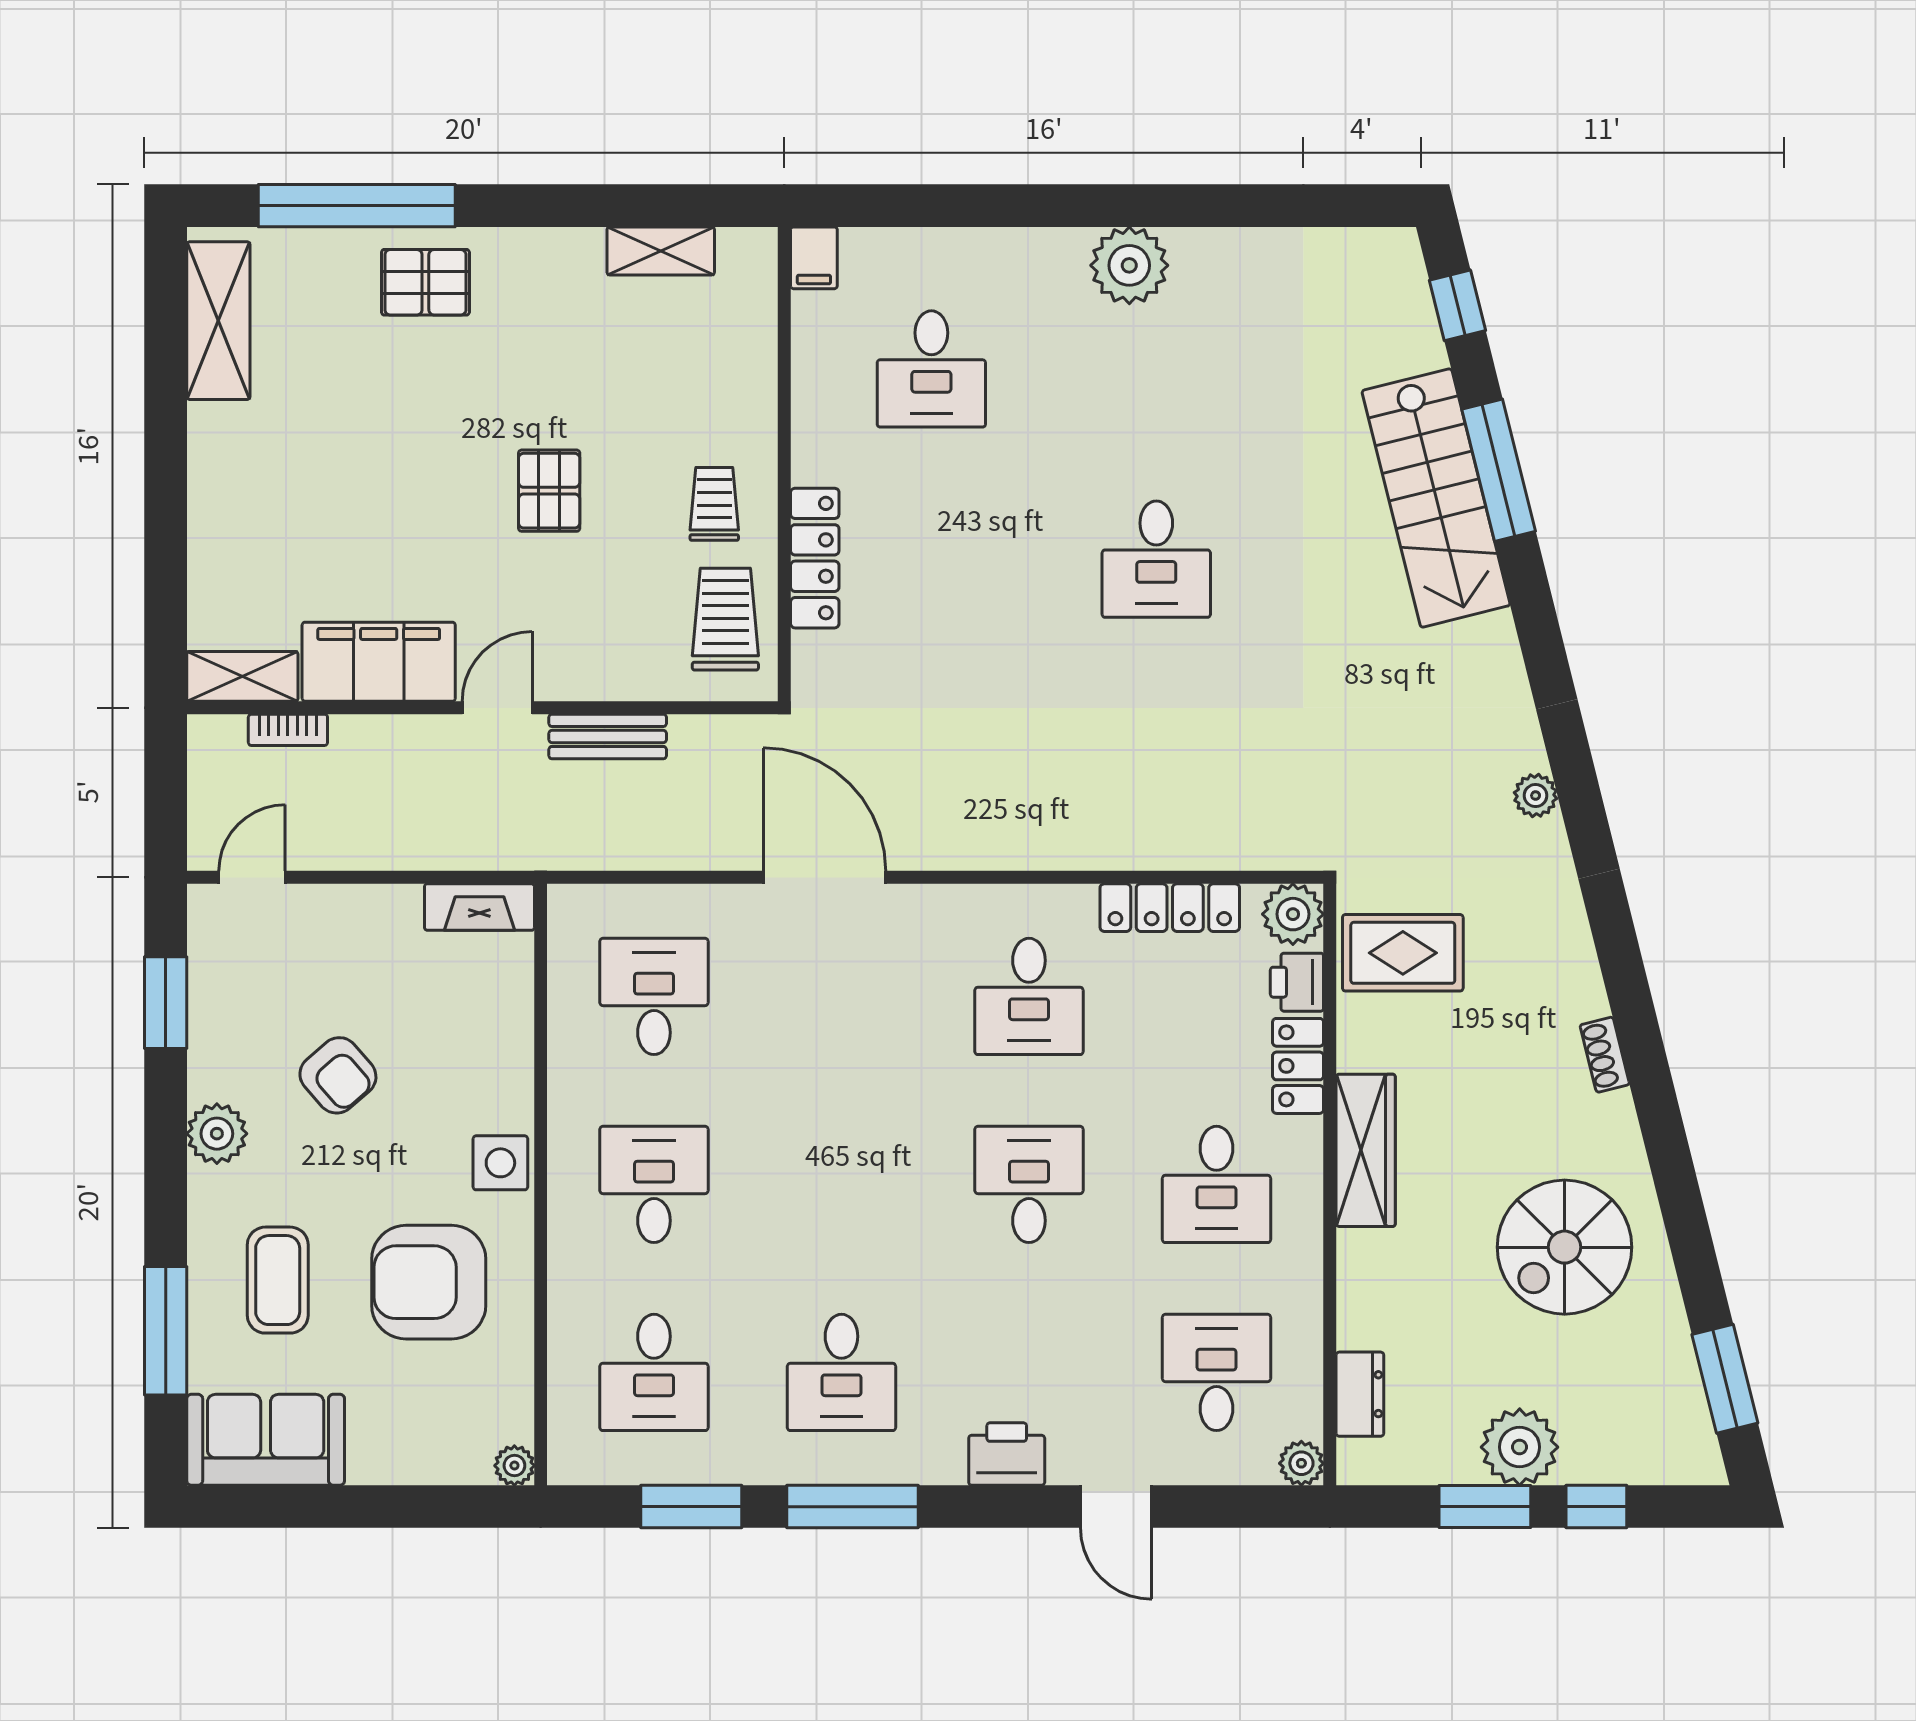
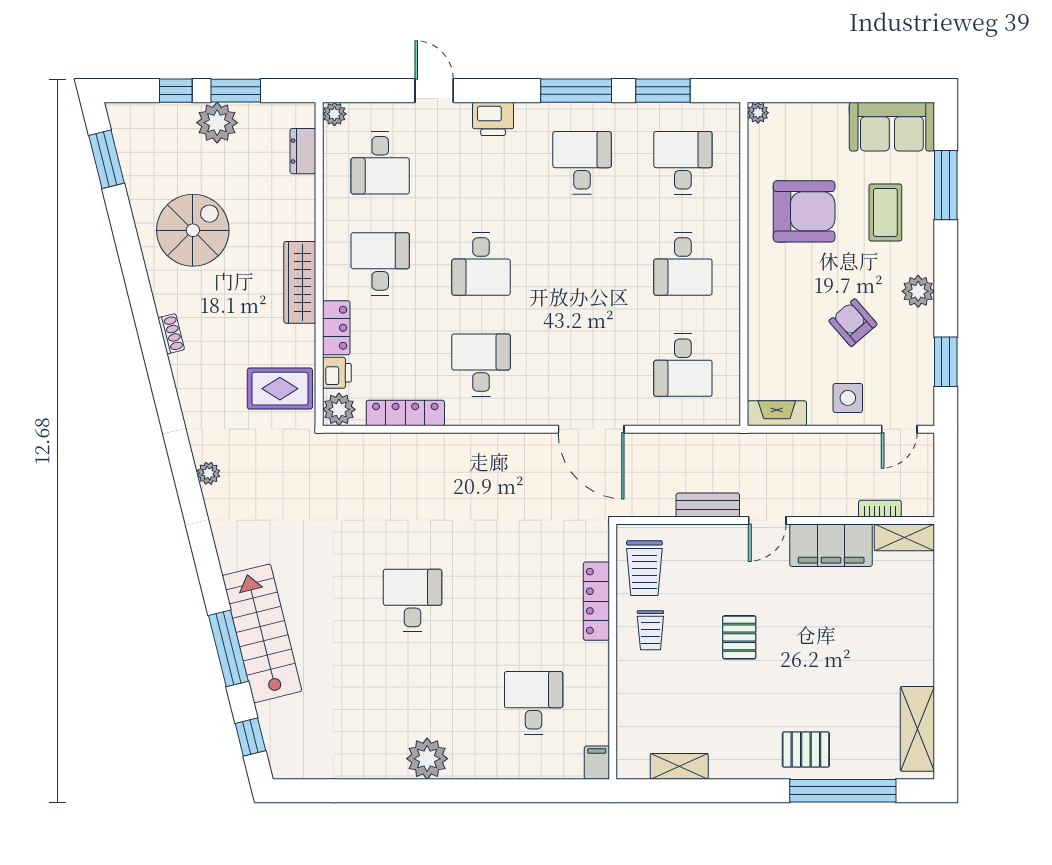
side table: (500, 1163) -> (848, 398), moved

